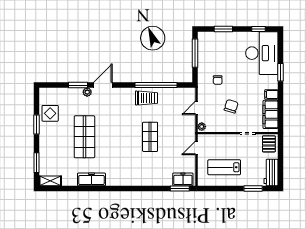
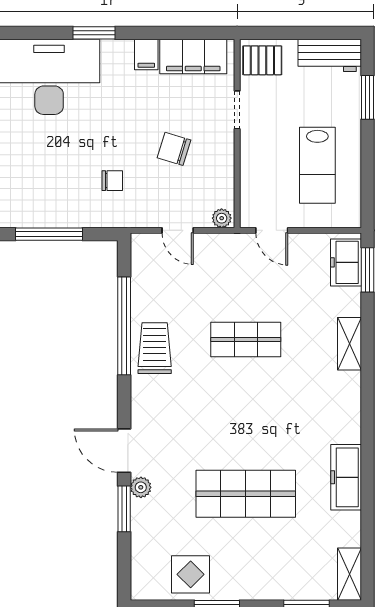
shelving: (148, 181) -> (349, 344), added

